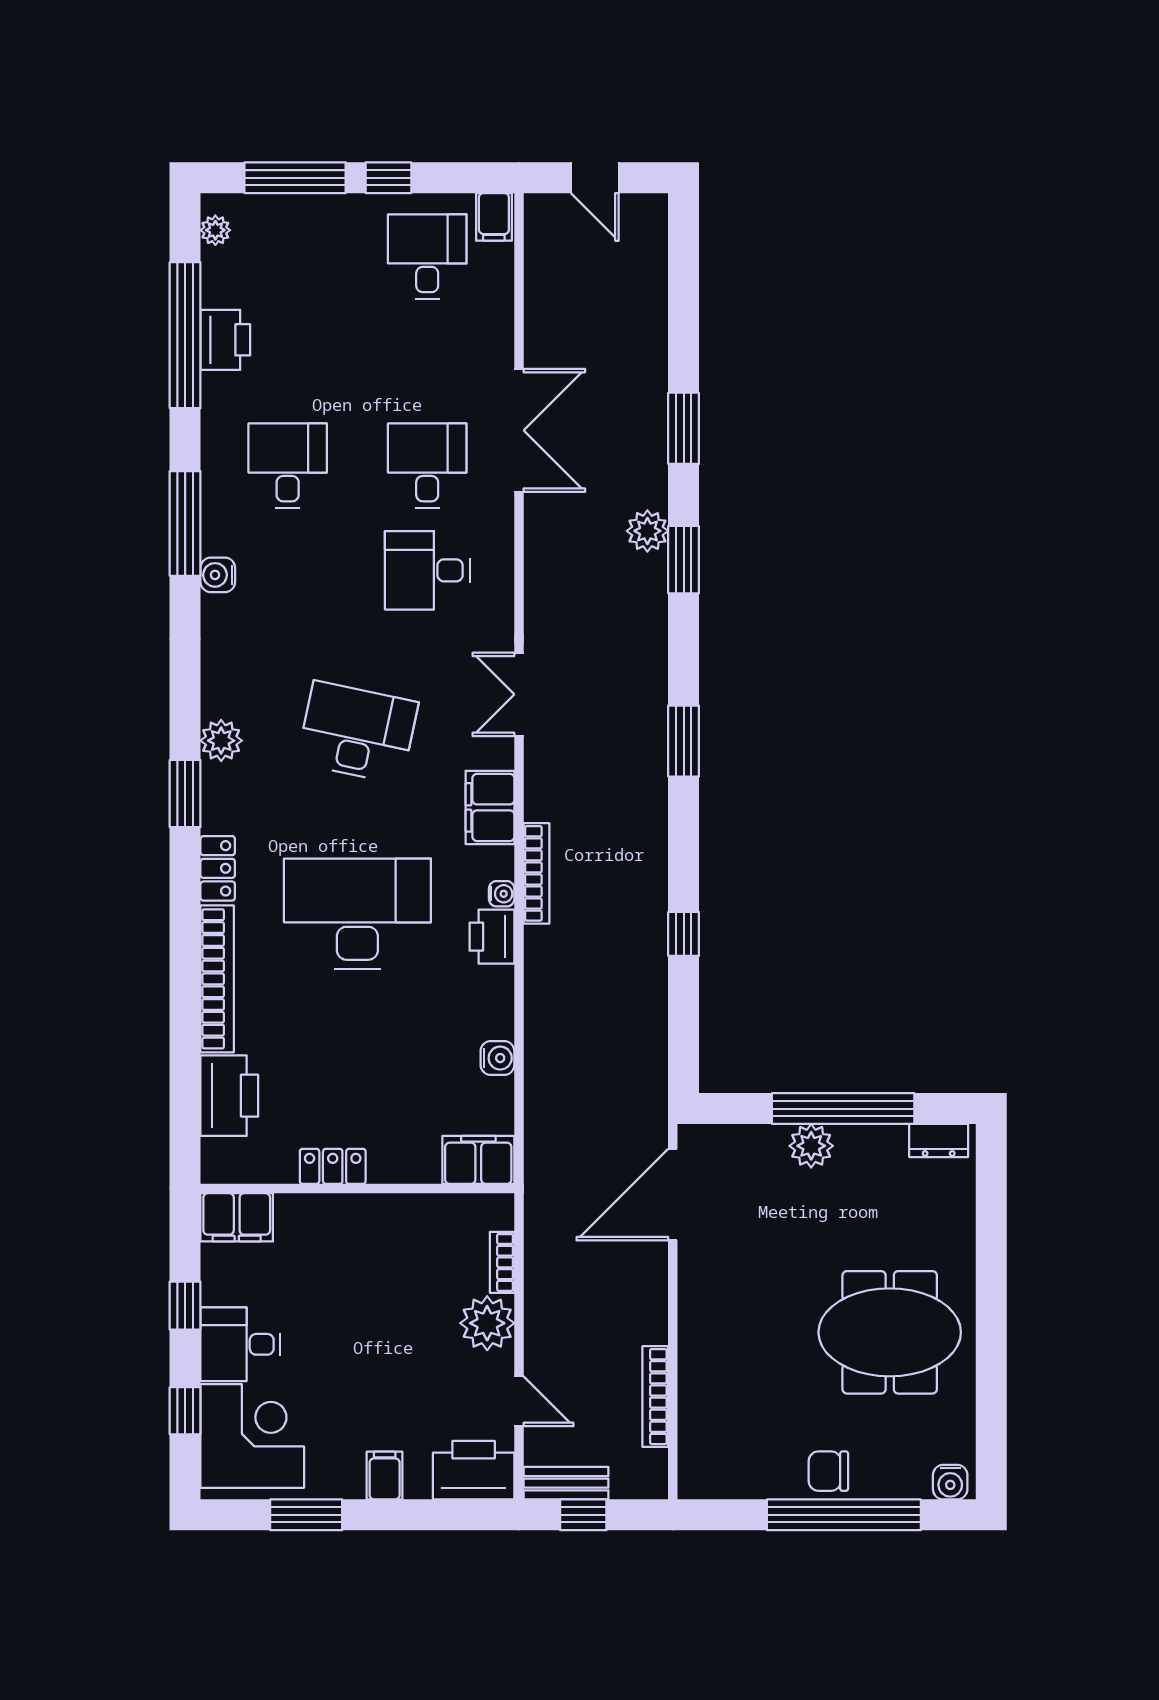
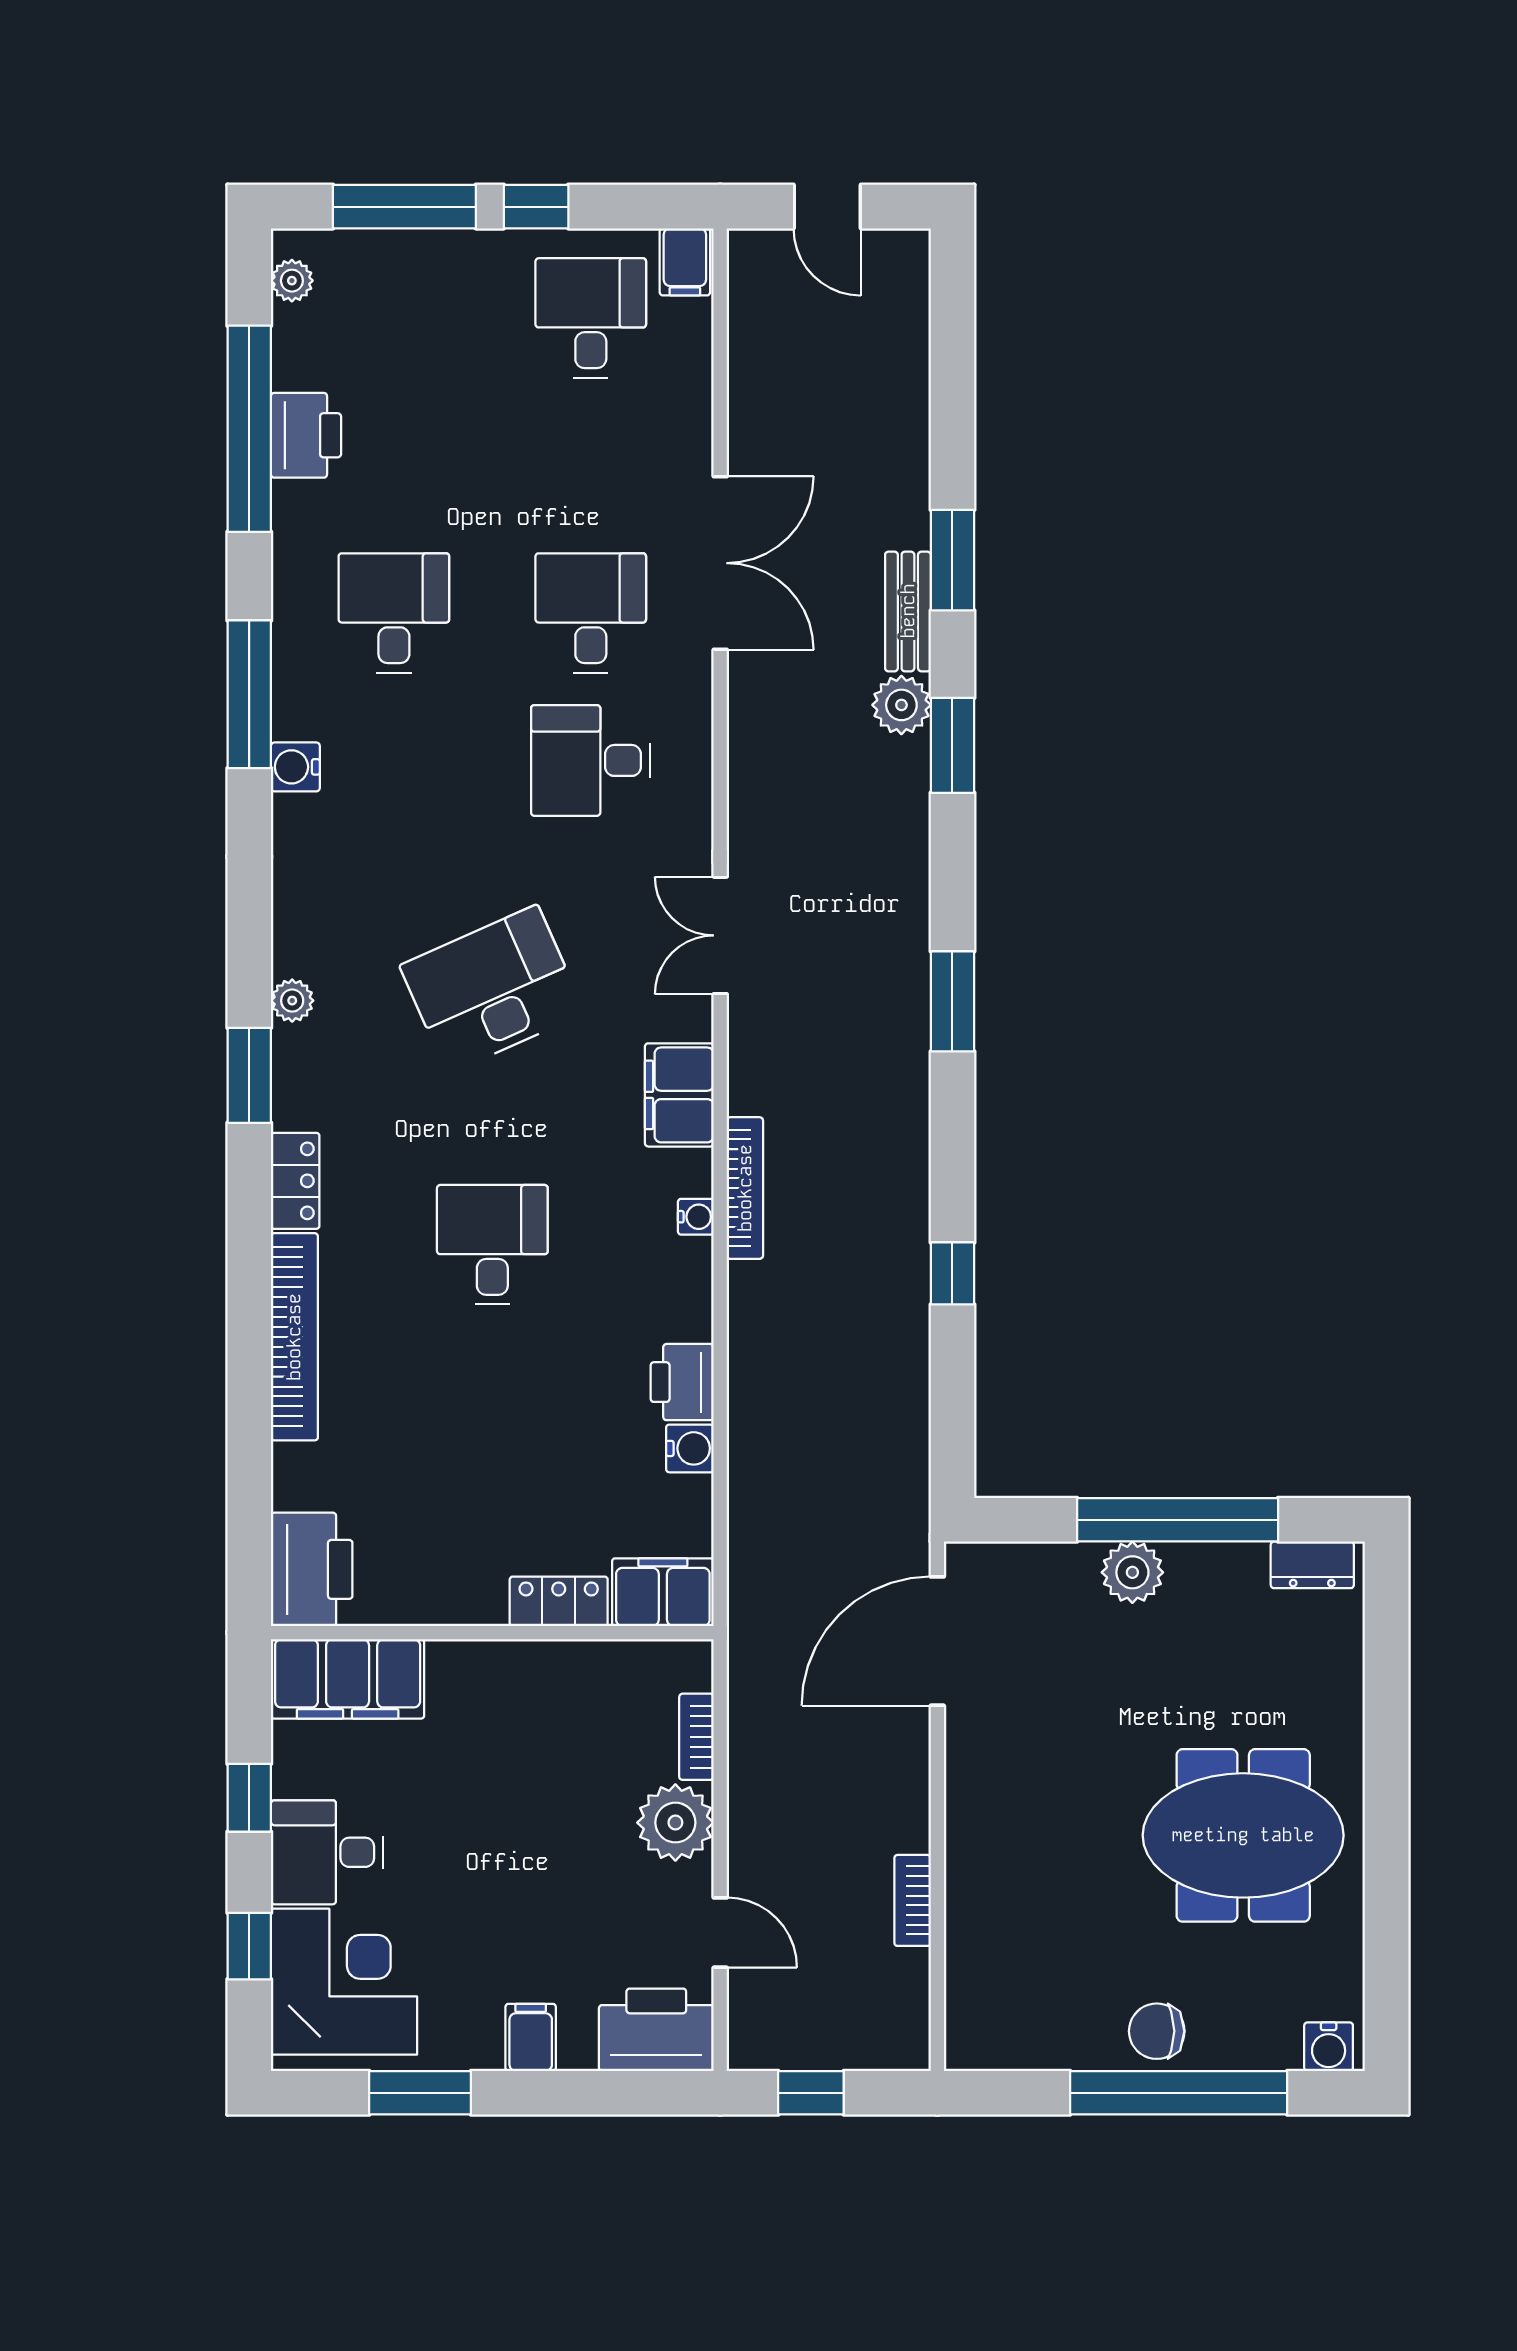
desk: (357, 732) -> (492, 989), turned -36
plant: (221, 741) -> (292, 1001), width x0.73, depth x0.73
desk: (357, 914) -> (492, 1245), width x0.53, depth x0.77
printer: (492, 937) -> (682, 1382), moved
printer: (229, 1096) -> (312, 1569), moved
locker: (333, 1166) -> (559, 1601), moved
filing cabinet: (237, 1217) -> (348, 1679), width x1.50, depth x1.17
bookcase: (655, 1397) -> (913, 1900), width x0.64
bench: (566, 1483) -> (908, 611), moved, turned 90

